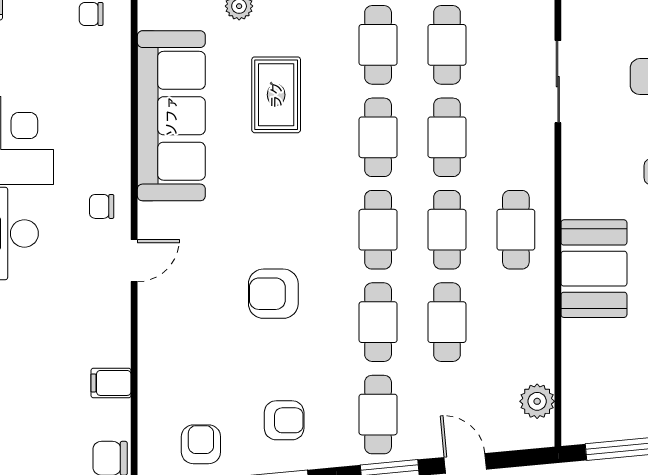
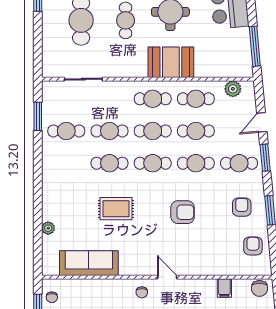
cafe table: (378, 45) -> (196, 99), moved
rug: (276, 95) -> (116, 209), moved
sofa: (171, 116) -> (89, 263), width x0.74, depth x0.79
armchair: (273, 294) -> (183, 212), turned -90
armchair: (201, 444) -> (253, 246), turned 90

